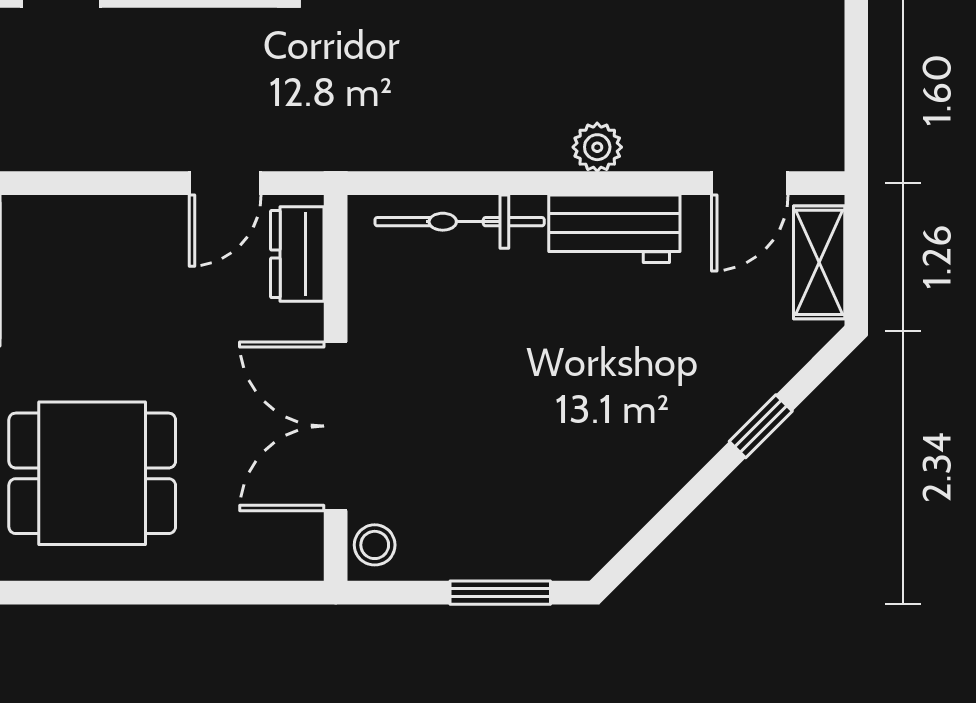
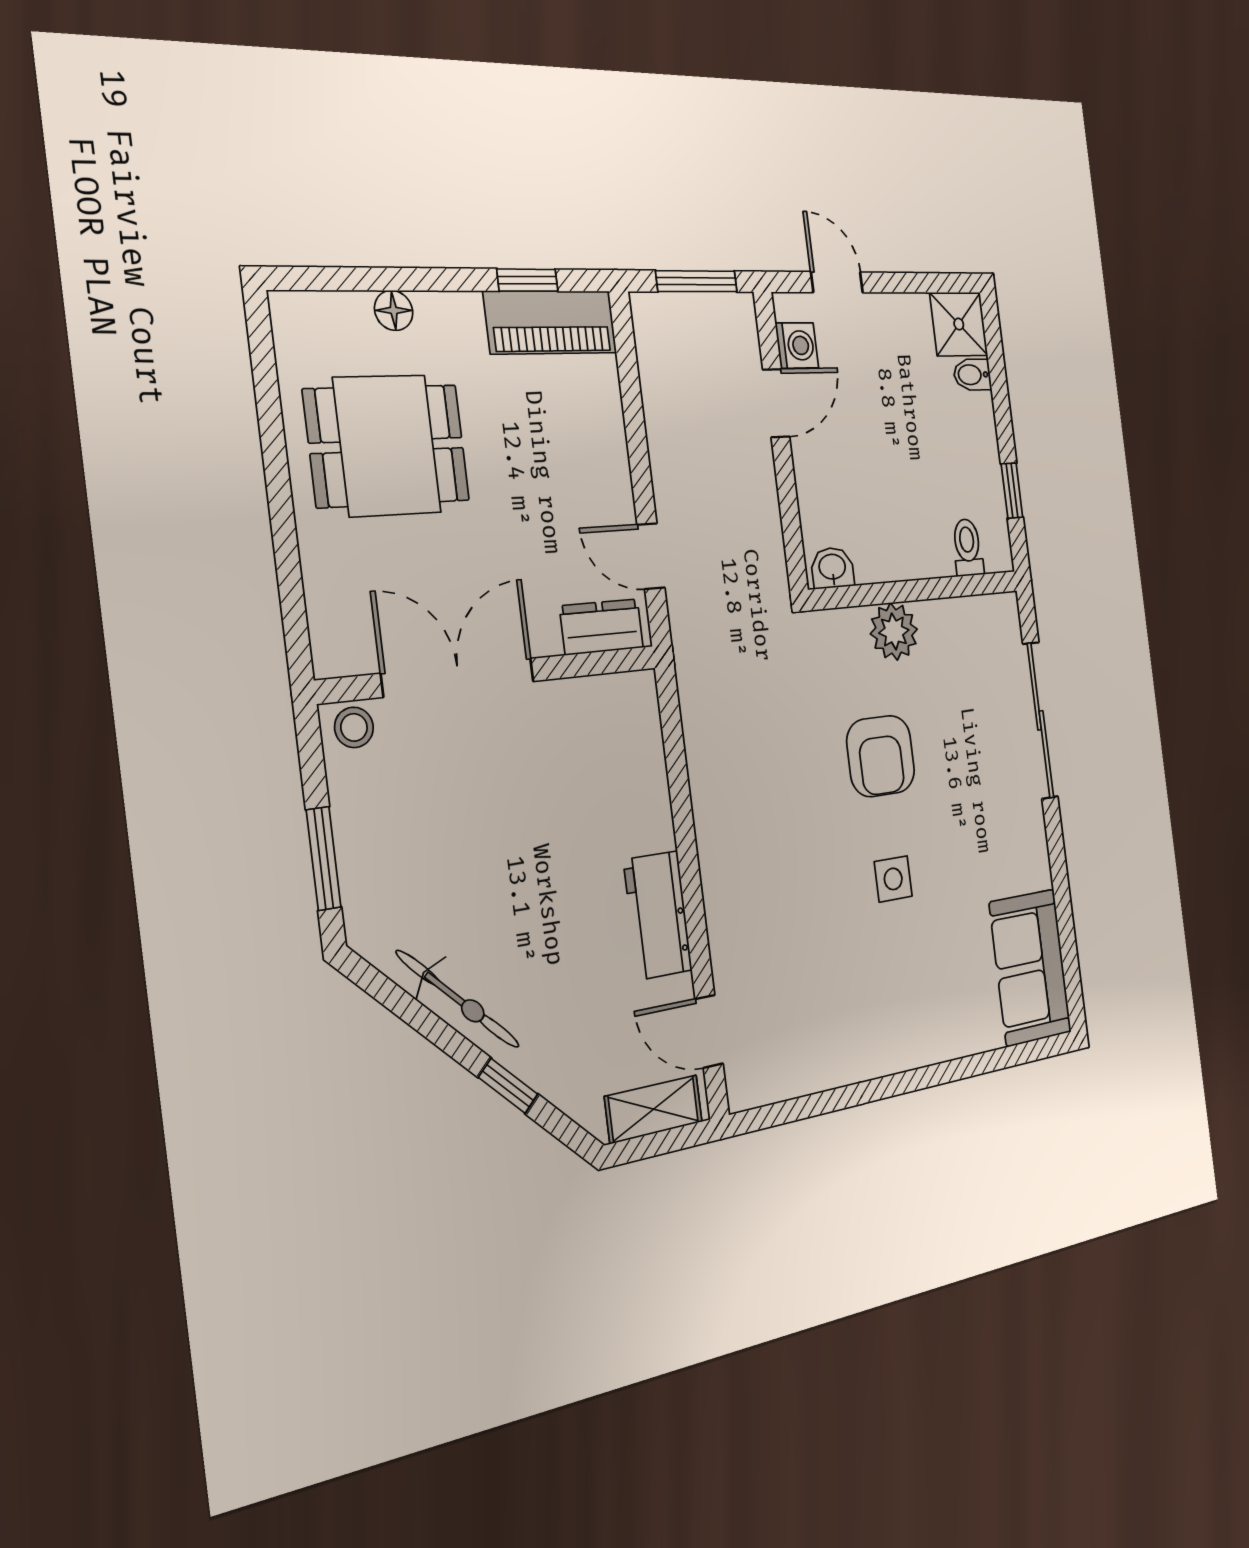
plant: (597, 147) -> (720, 888), removed
bicycle: (460, 222) -> (458, 999), moved, turned 135
dining table: (92, 473) -> (387, 446), turned 90

